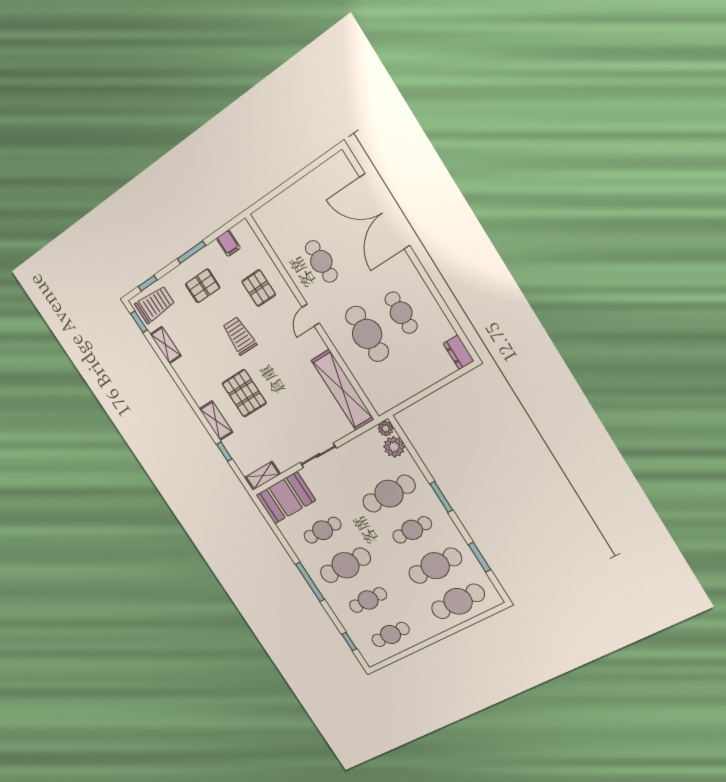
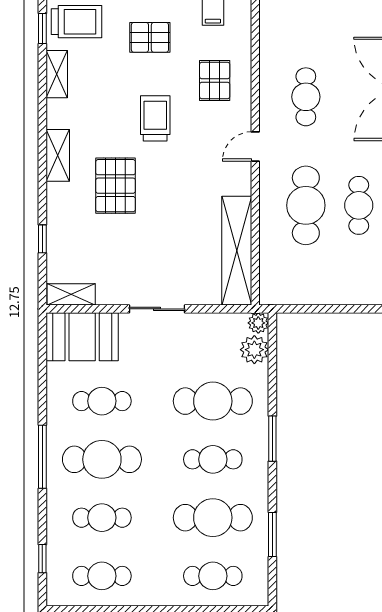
shelving: (216, 421) -> (58, 155), moved
cafe table: (458, 601) -> (213, 576), width x0.73, depth x0.74

